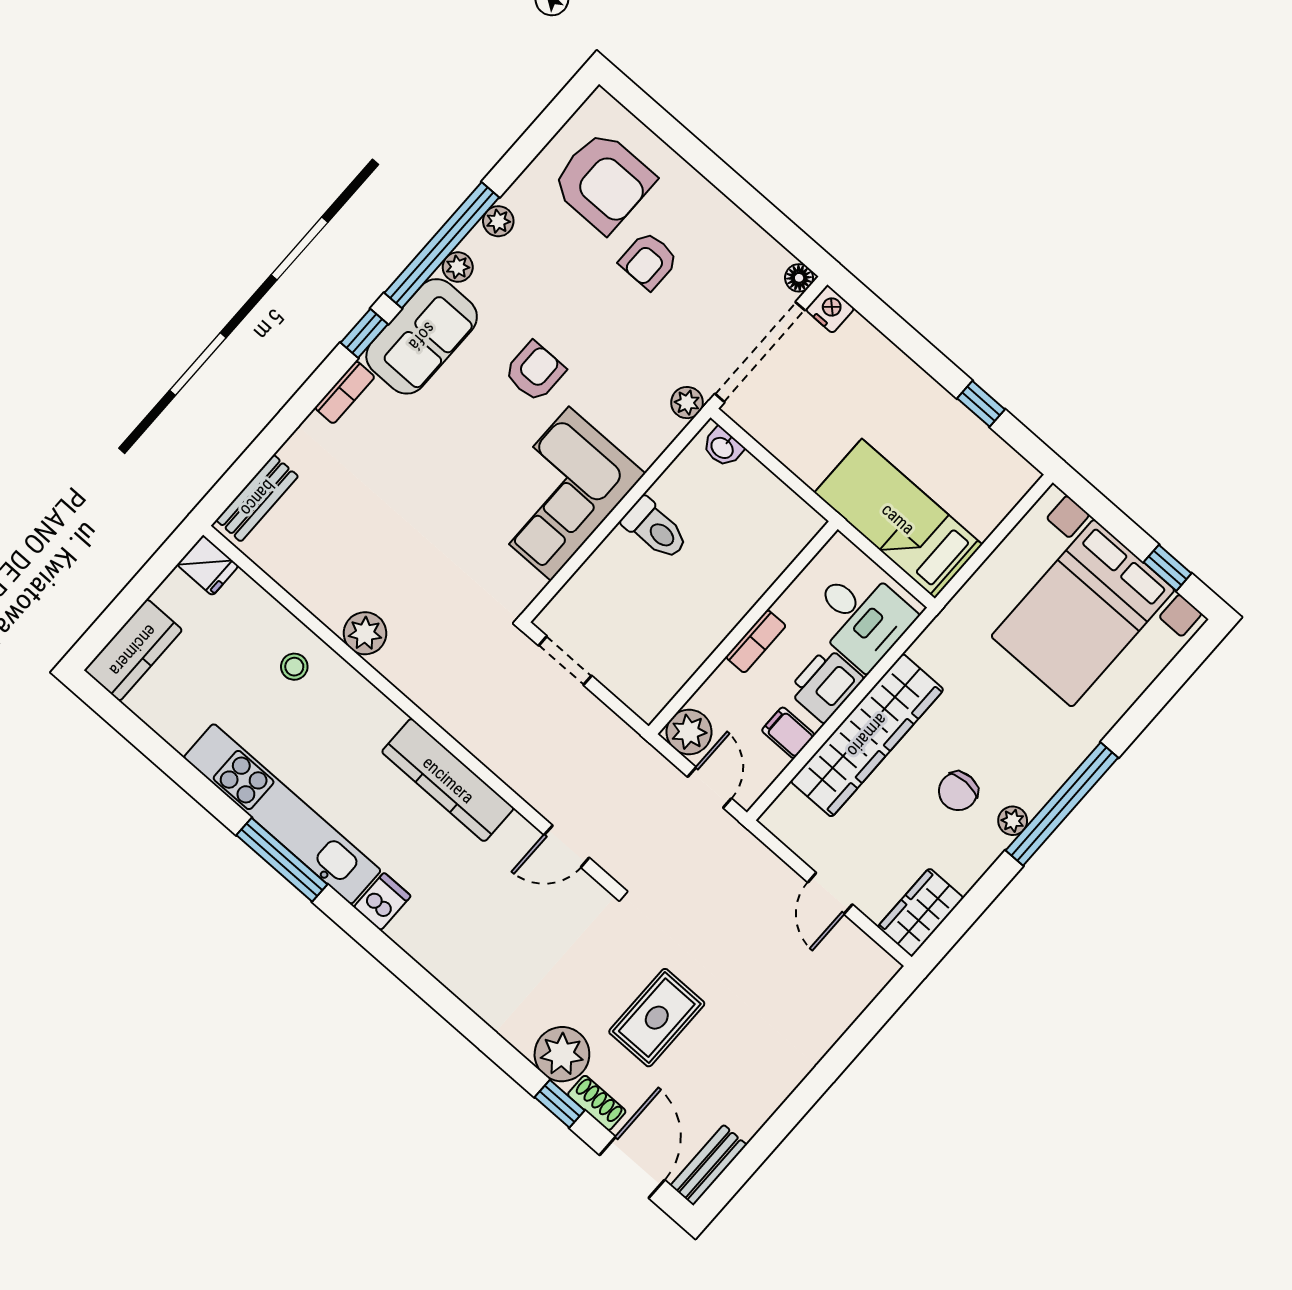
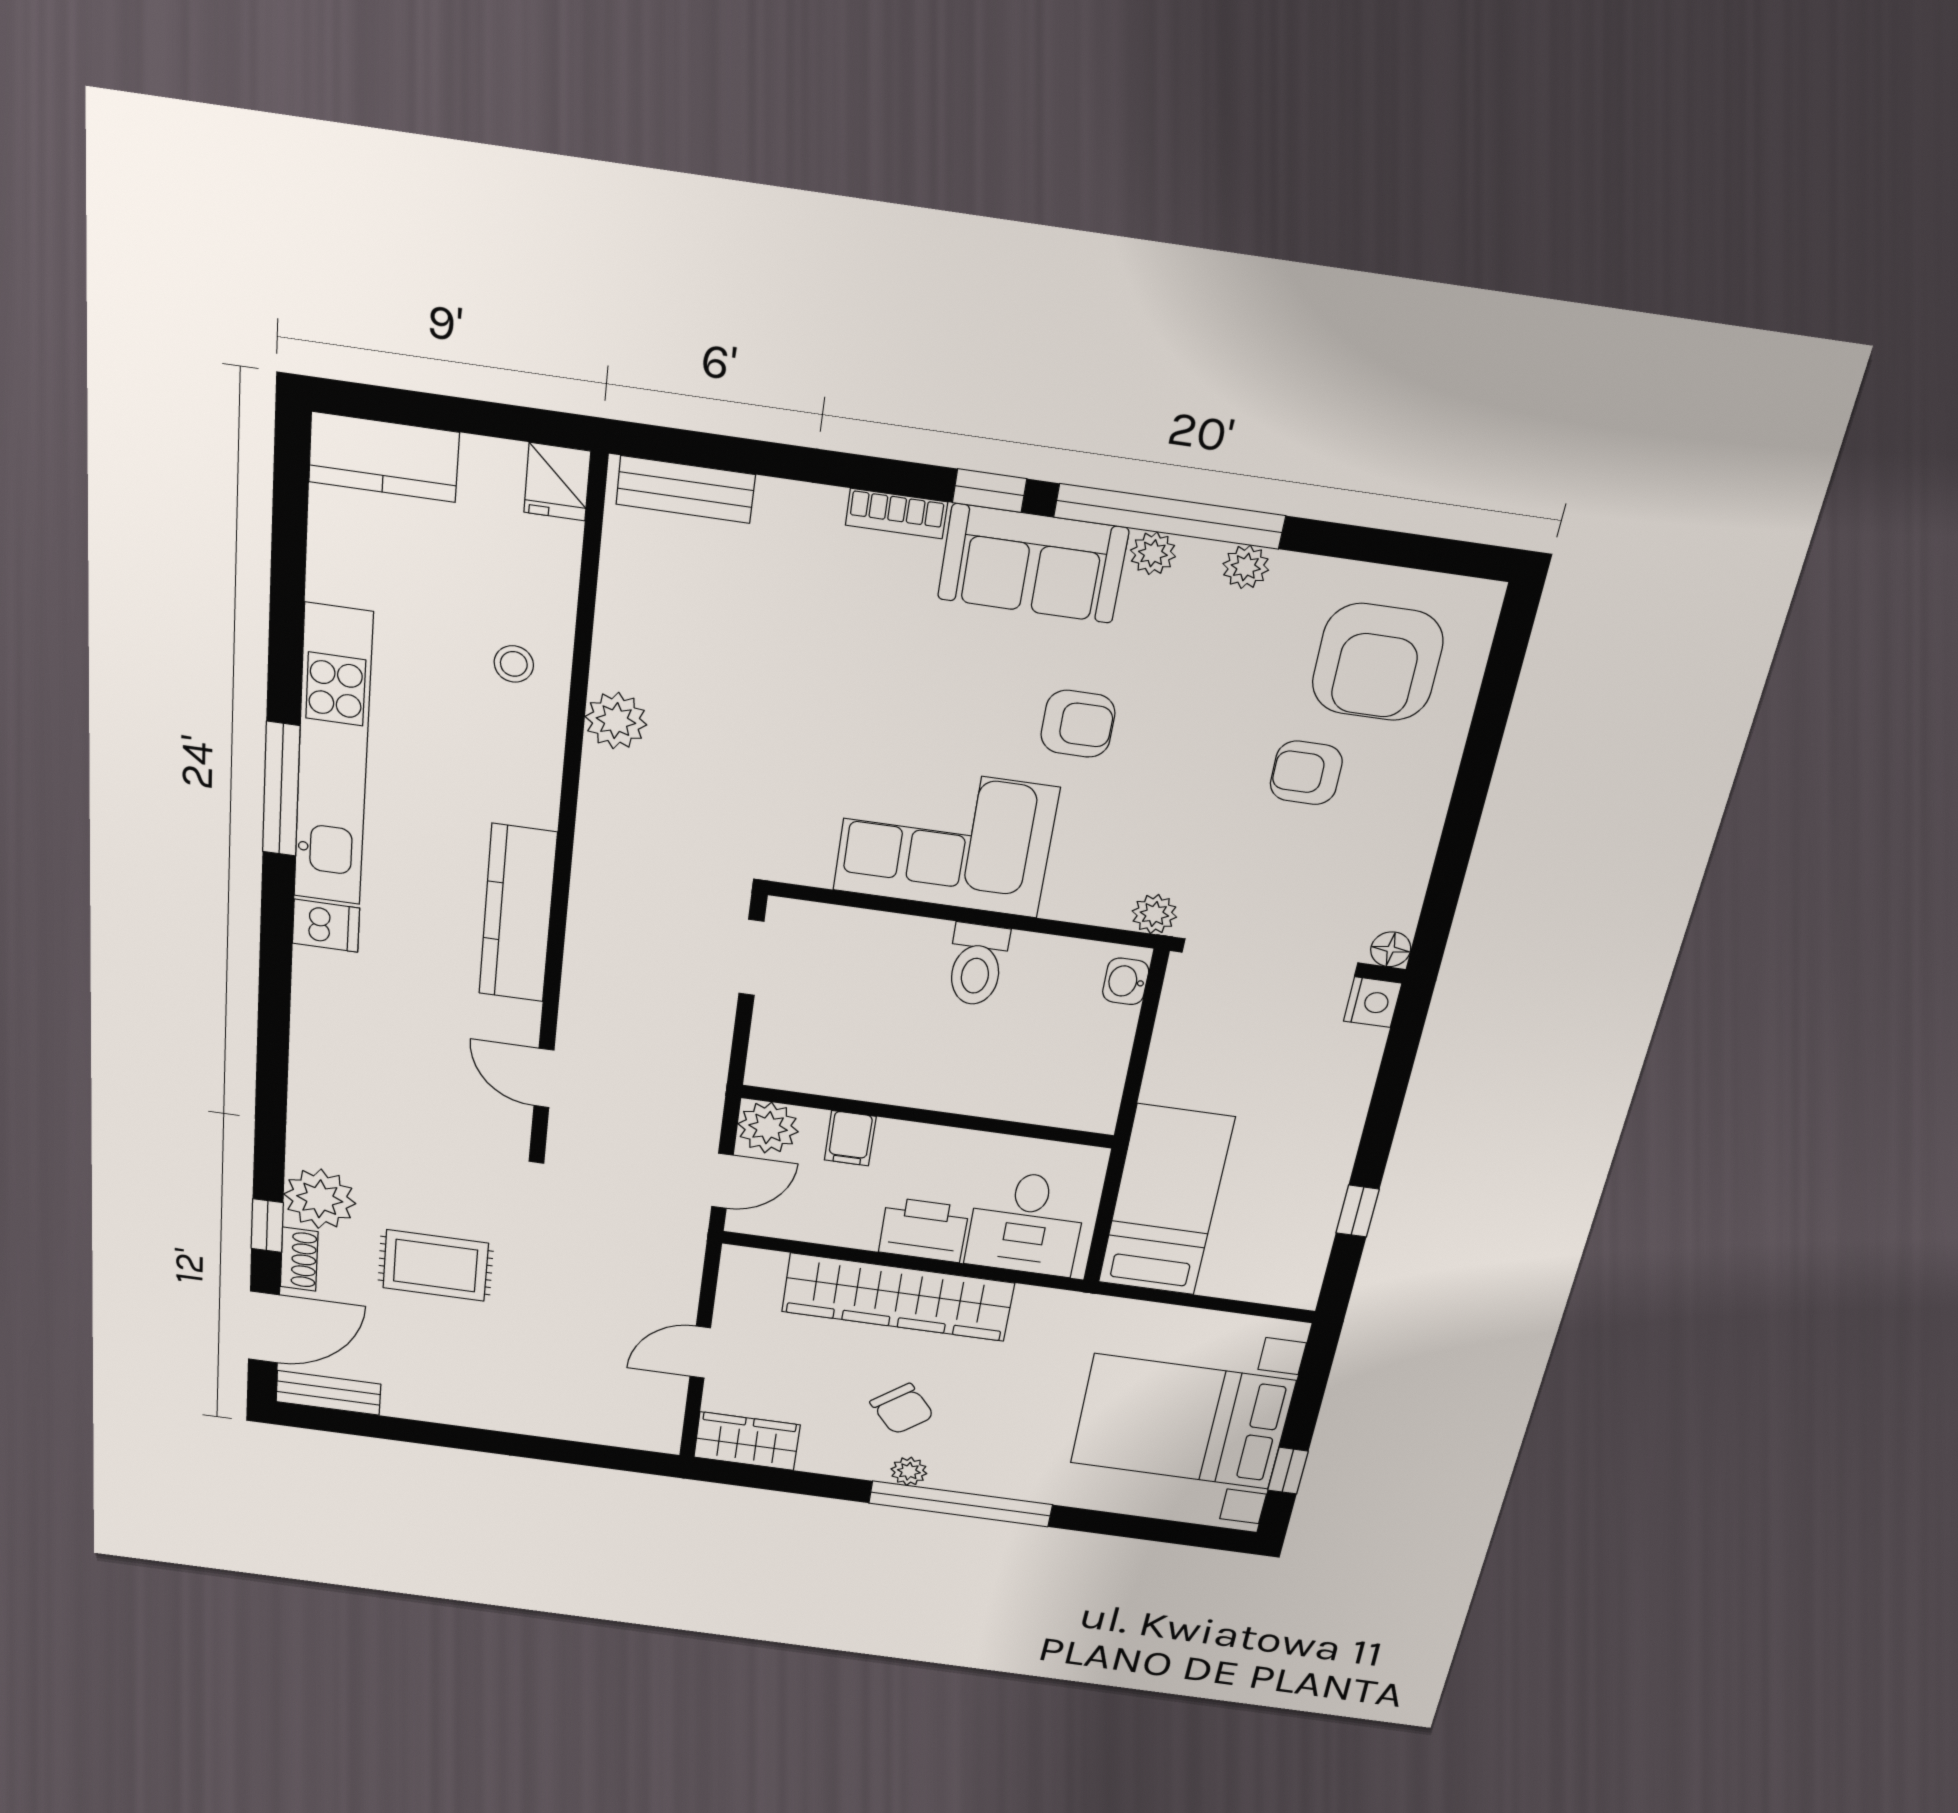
bookcase: (756, 641) -> (921, 1137), removed
filing cabinet: (788, 733) -> (850, 1138), moved, turned 180
chair: (958, 791) -> (902, 1409), turned -129

